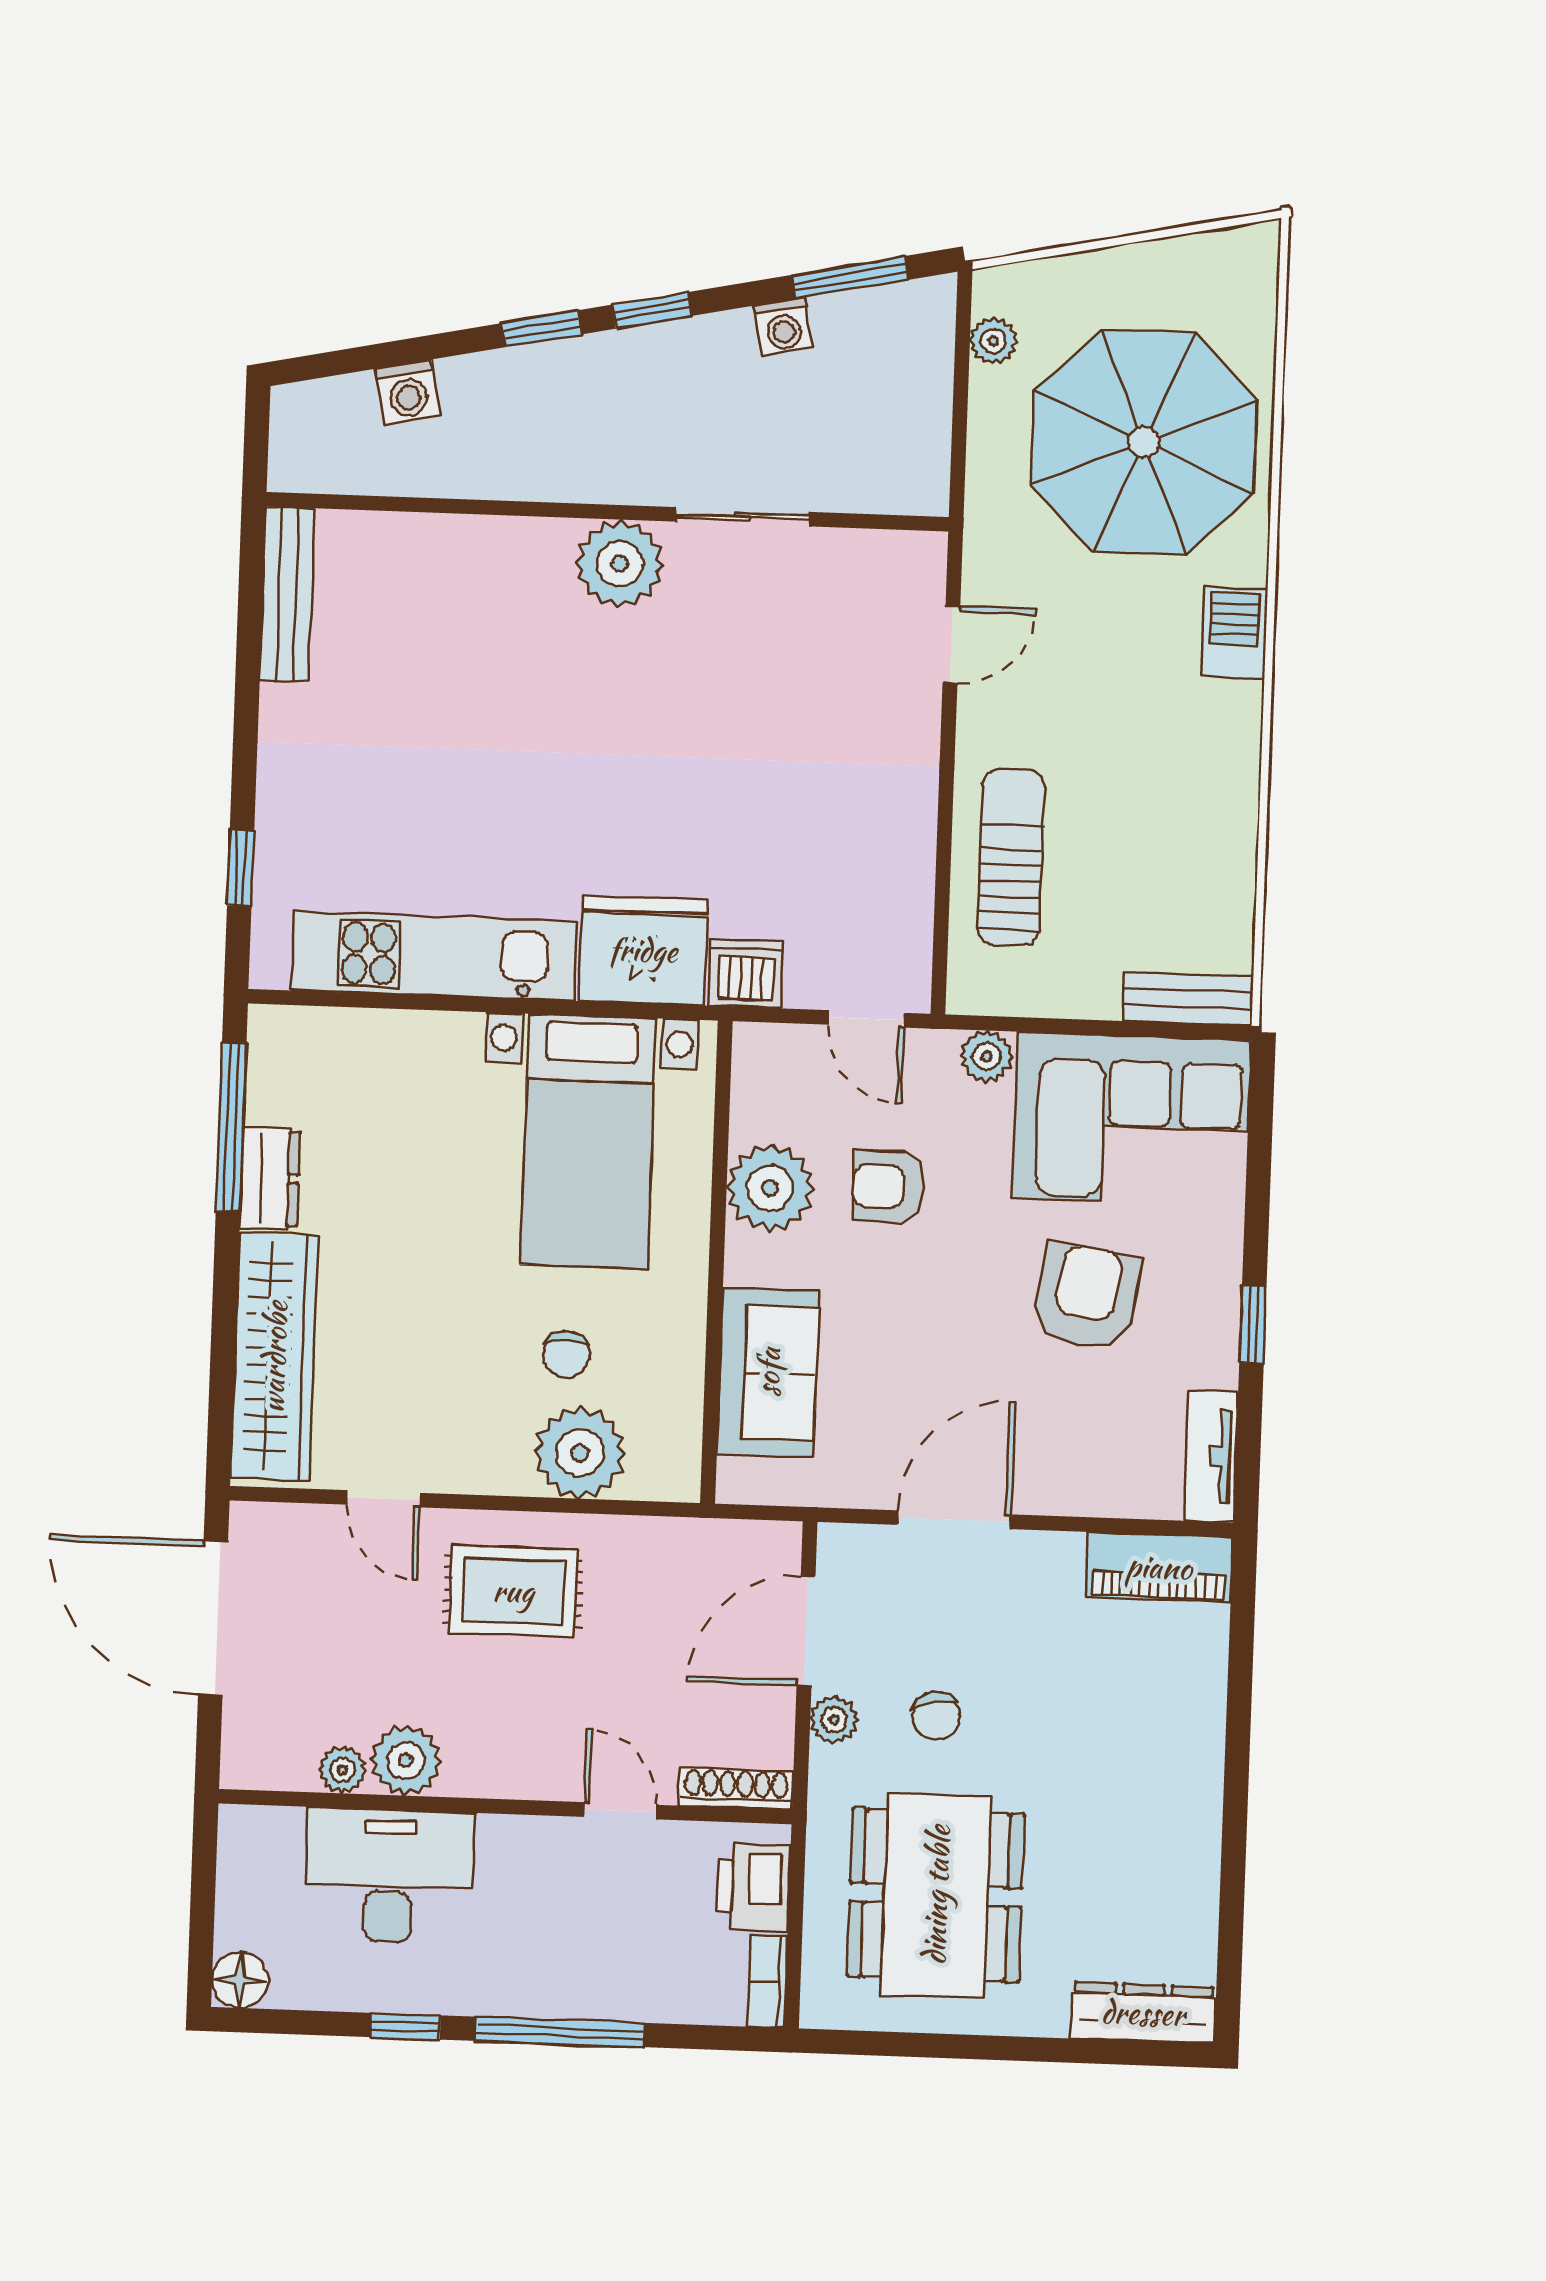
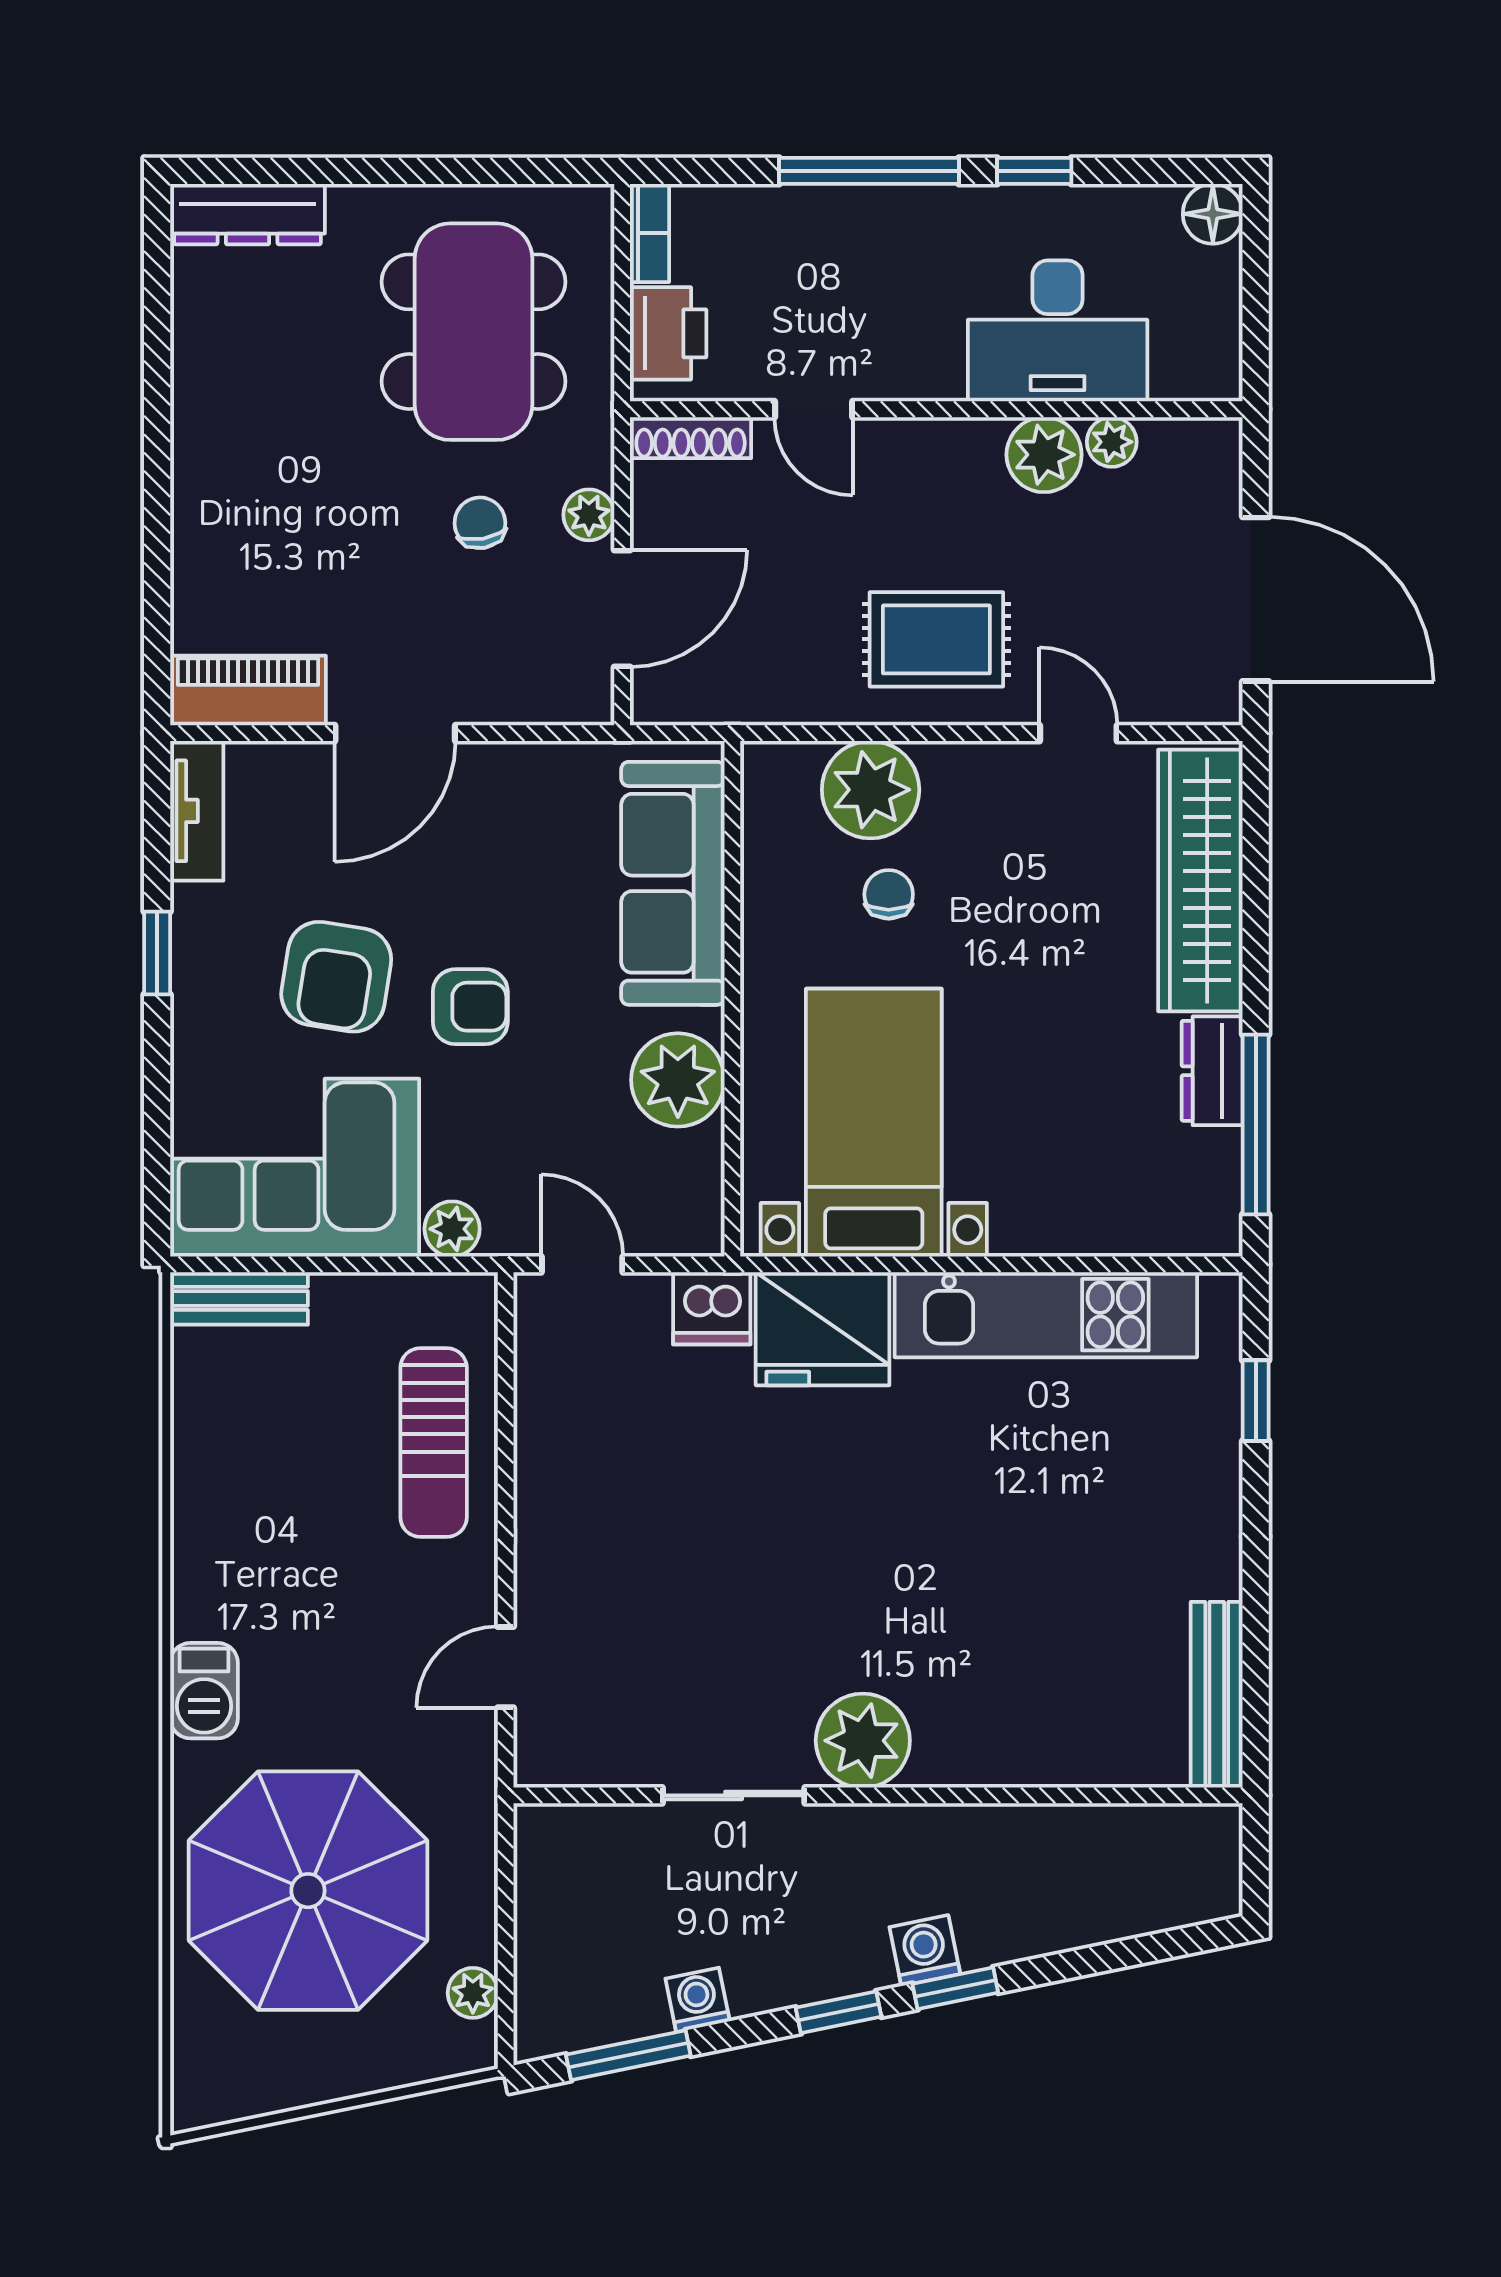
washing machine: (408, 392) -> (925, 1951), moved
armchair: (889, 1186) -> (470, 1007), moved
sofa: (768, 1372) -> (673, 883), width x1.36
door: (954, 1520) -> (395, 733), moved

